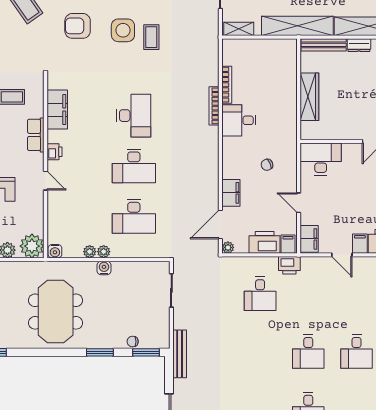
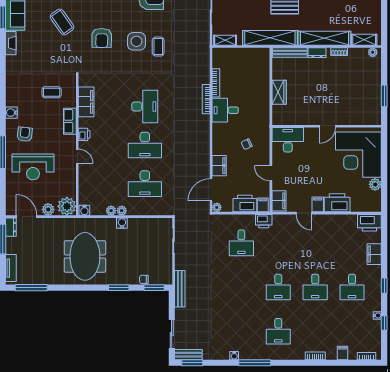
armchair: (78, 26) -> (102, 38), turned -89
wardrobe: (309, 97) -> (279, 92), width x0.67

